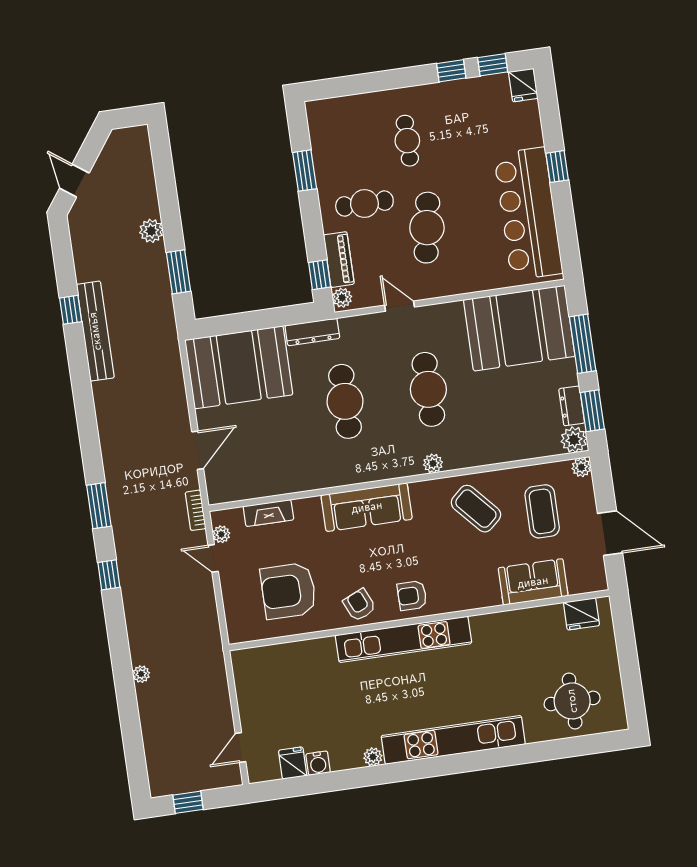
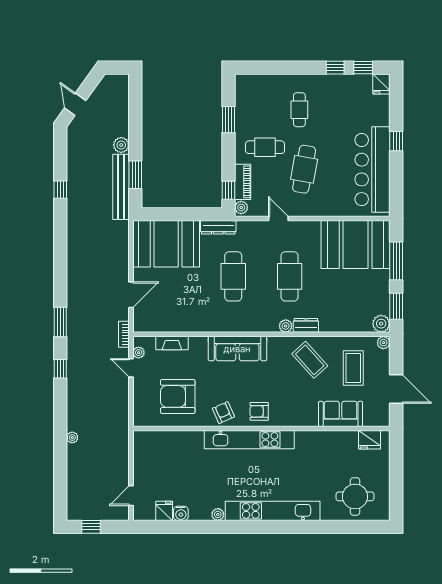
bench: (95, 331) -> (121, 187), moved
dresser: (572, 406) -> (306, 325), moved, turned 90

